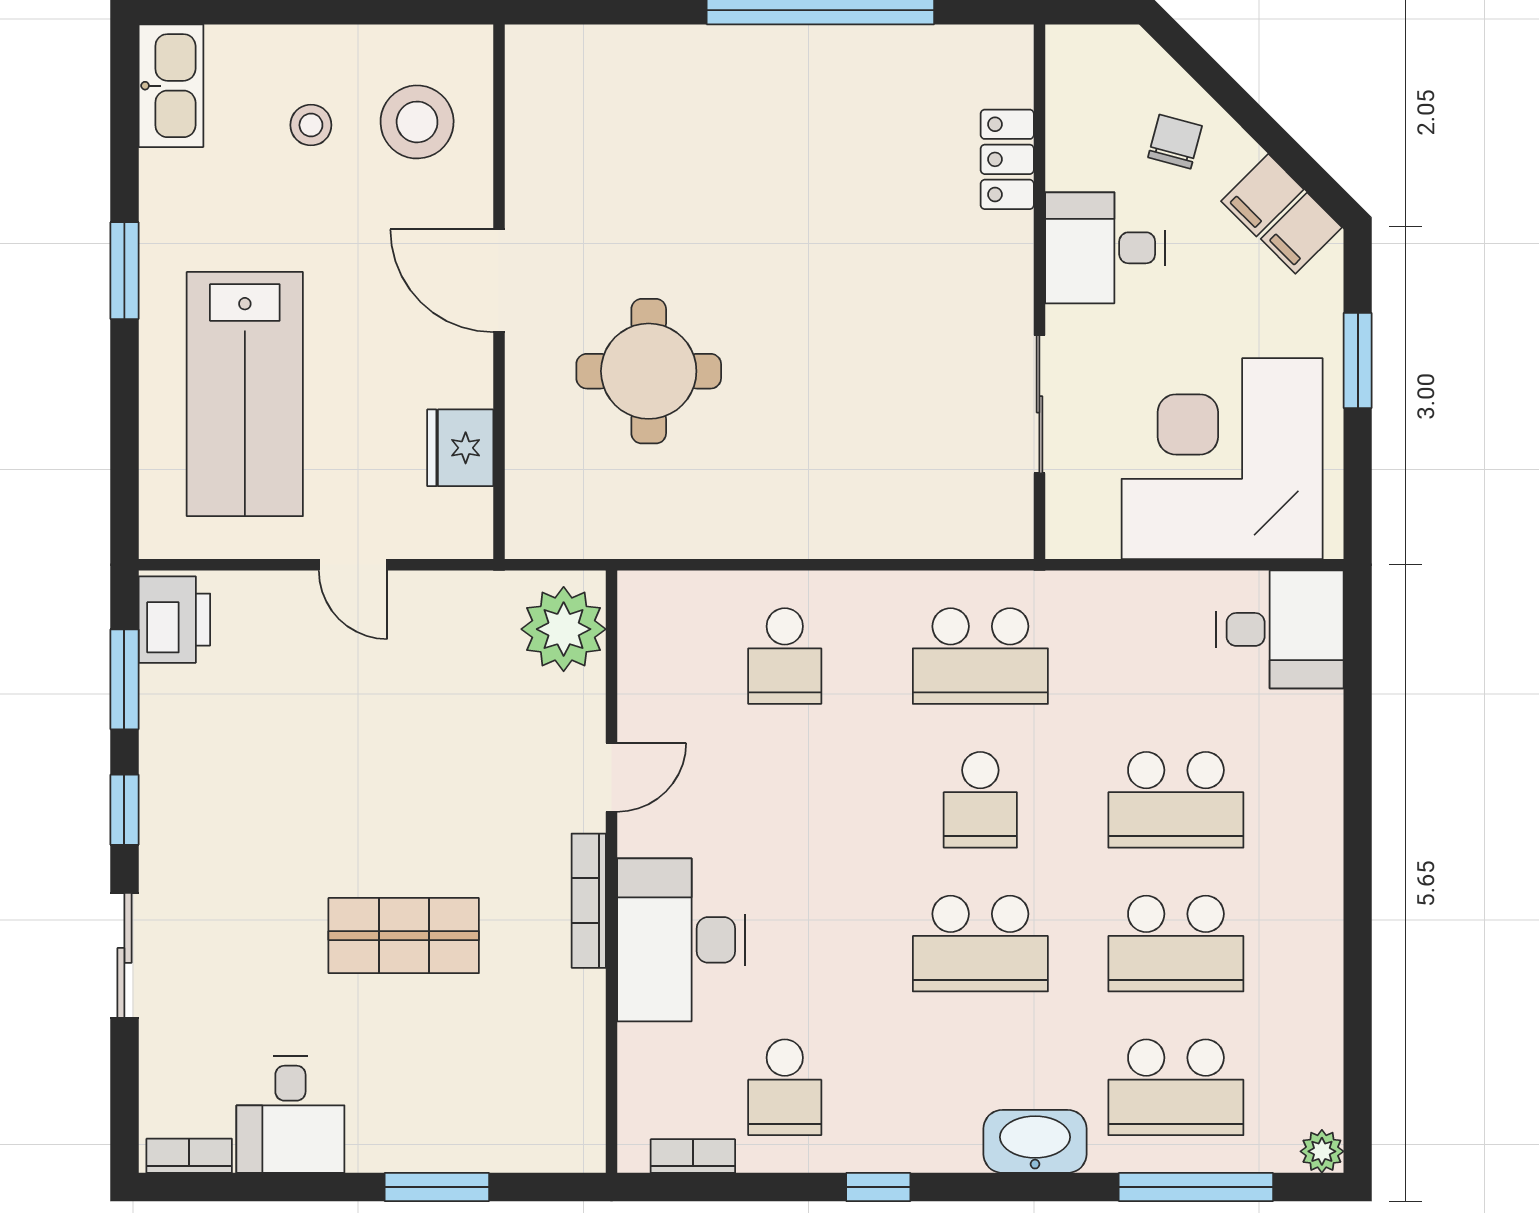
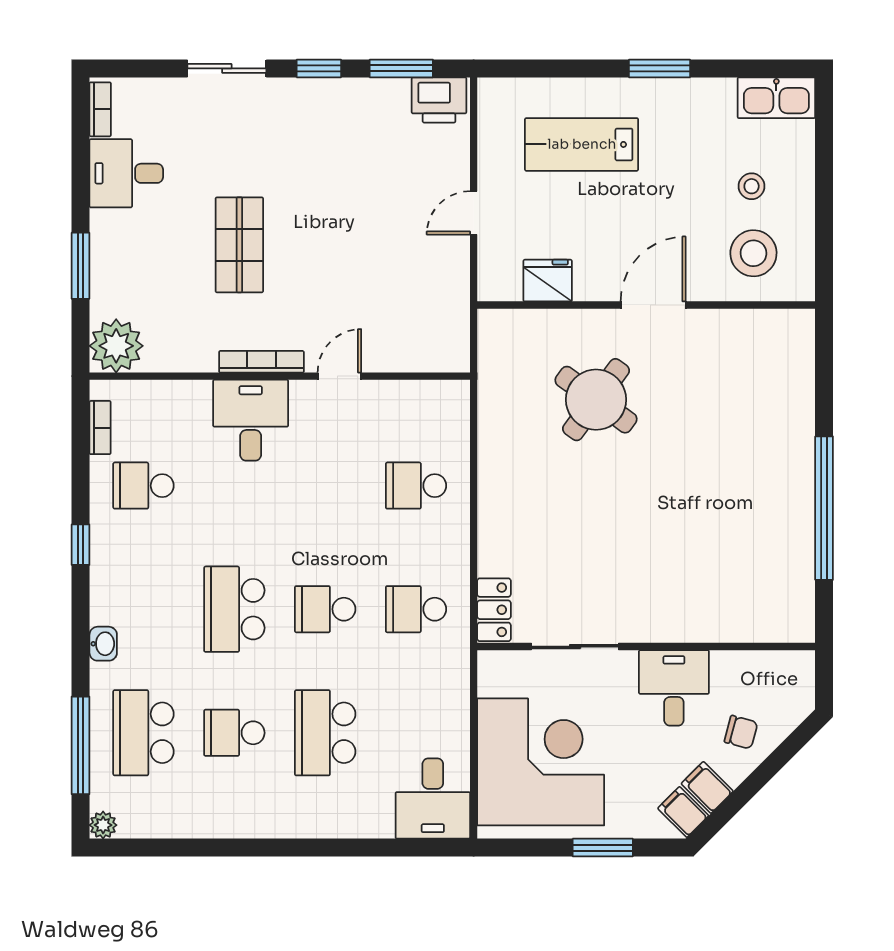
locker: (1007, 159) -> (494, 610), moved, turned 90
round table: (649, 371) -> (596, 400), turned 36
lab bench: (245, 394) -> (582, 144), width x0.73, depth x0.72
plant: (564, 629) -> (116, 346), moved
school desk: (980, 656) -> (416, 609), width x0.54
door: (612, 777) -> (339, 376), swing flipped
desk: (681, 940) -> (251, 420), width x0.73
school desk: (1176, 944) -> (234, 733), width x0.54
washbasin: (1035, 1141) -> (103, 644), width x0.52, depth x0.69

